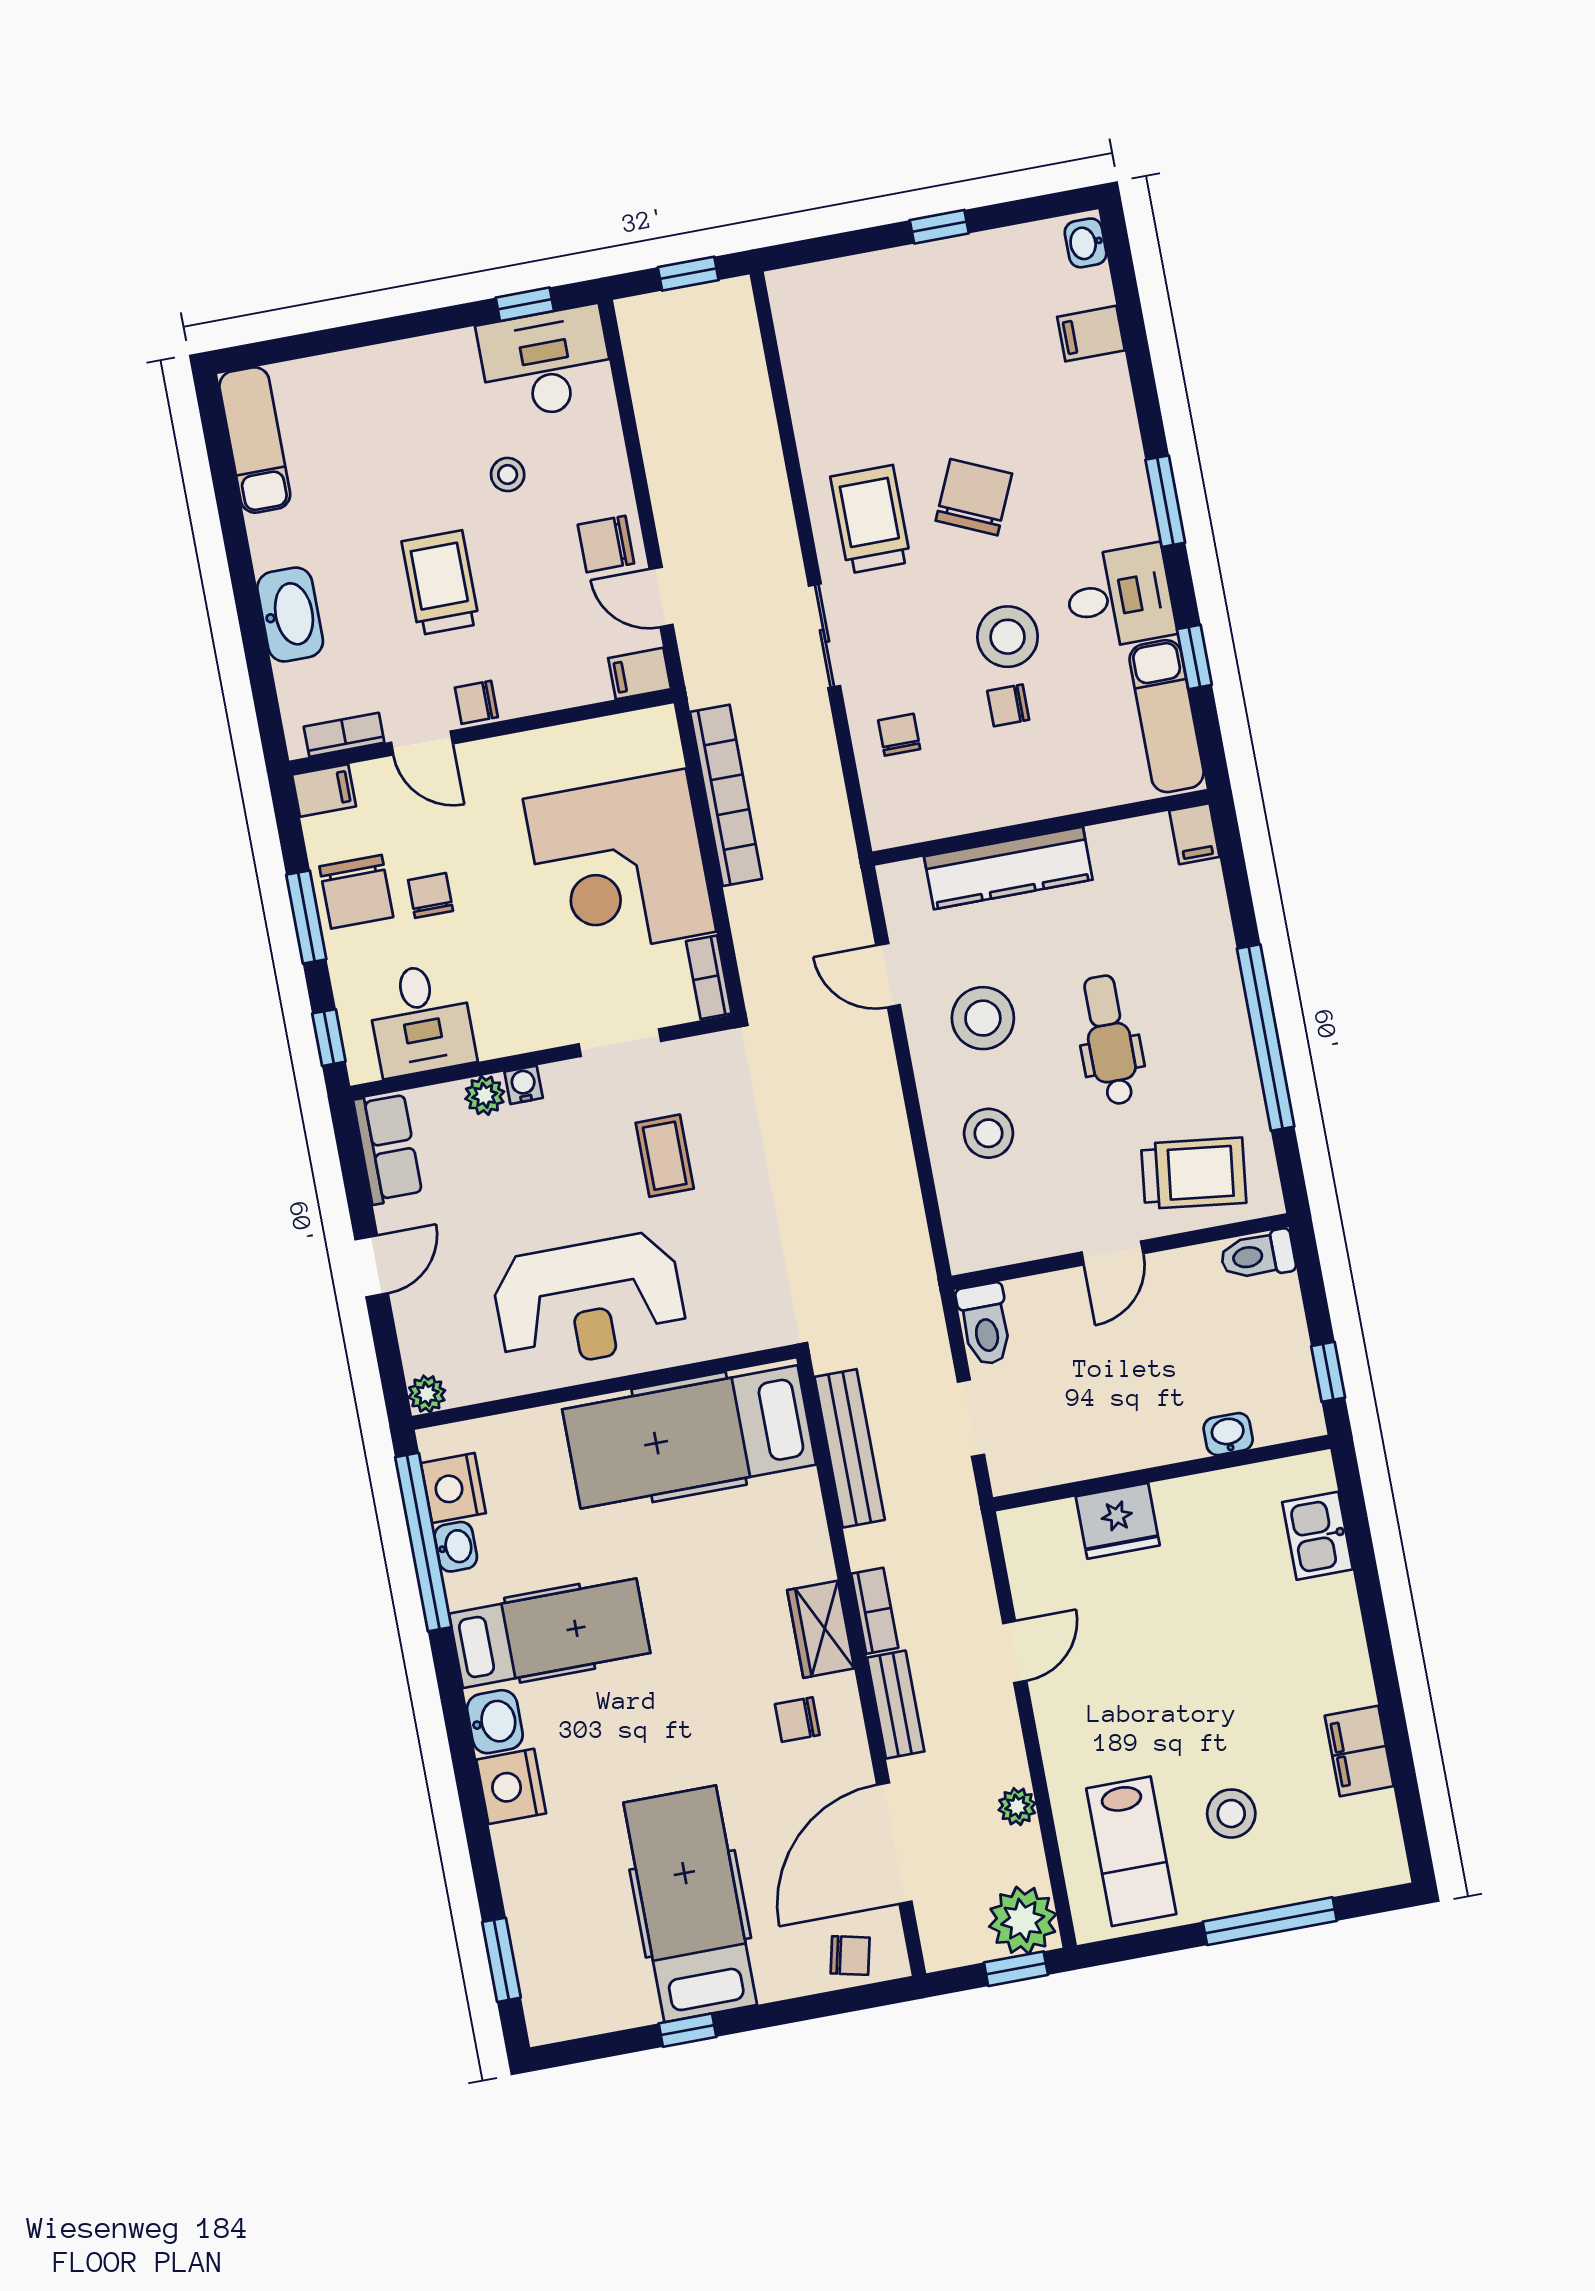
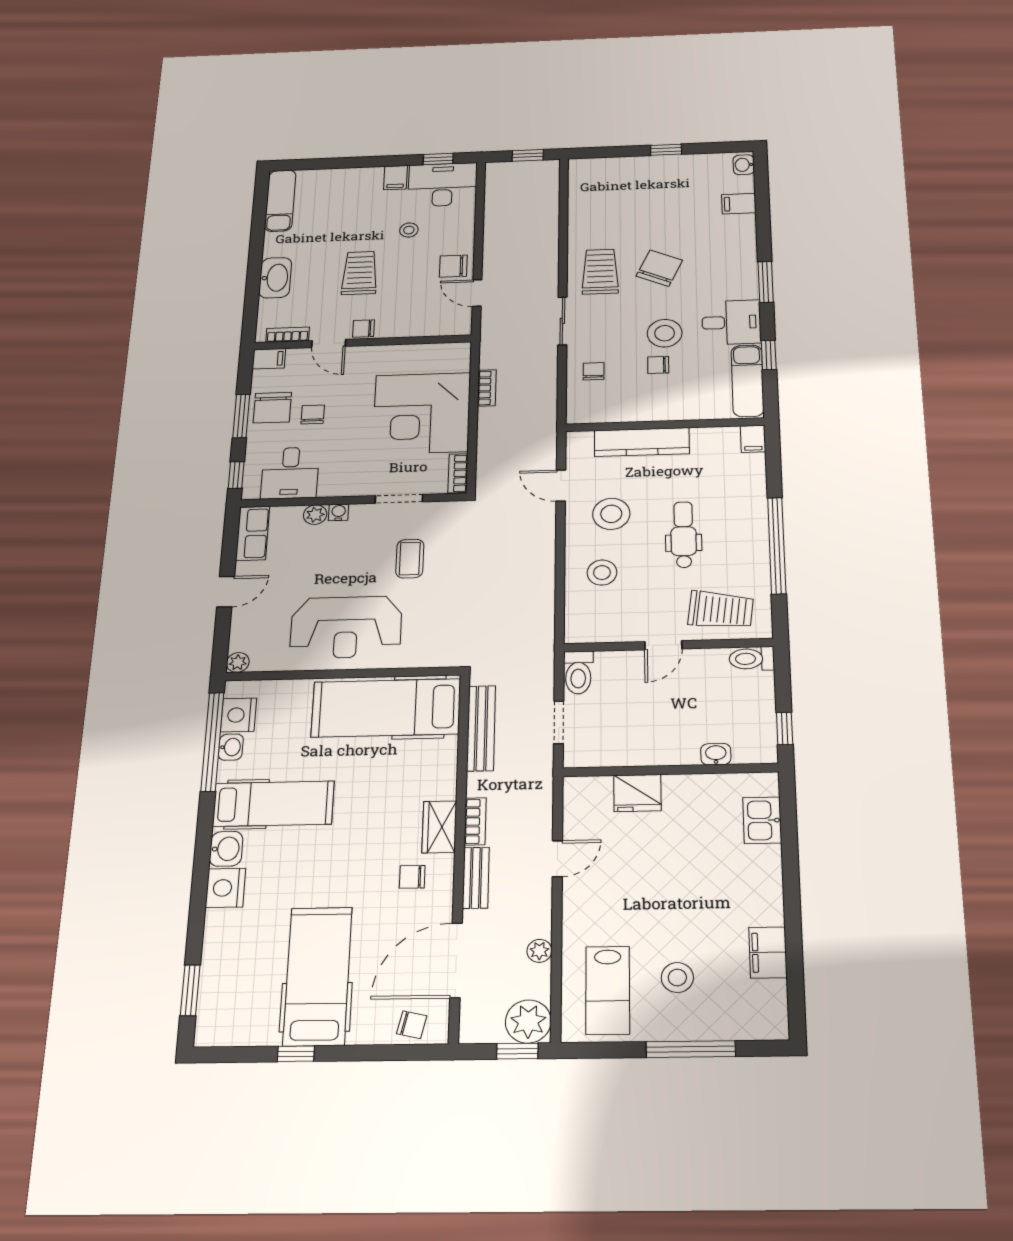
filing cabinet: (640, 674) -> (396, 178), moved, turned -90
bookcase: (726, 795) -> (487, 388), width x0.43, depth x0.76

